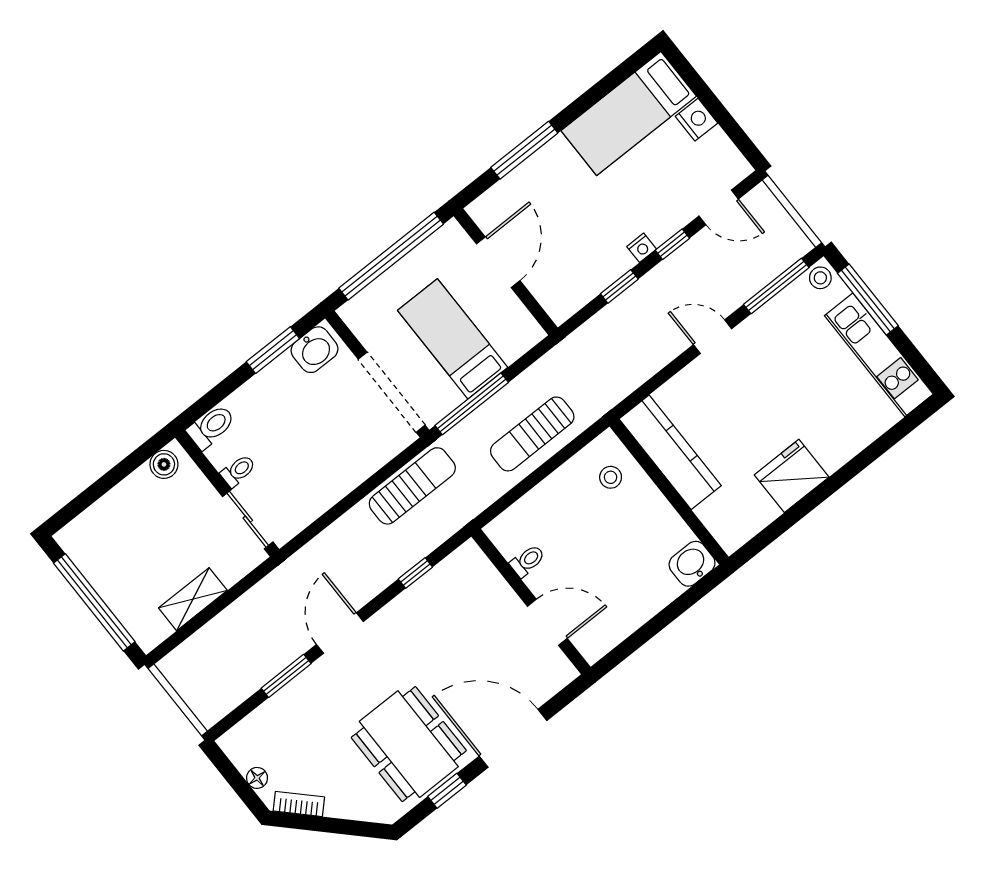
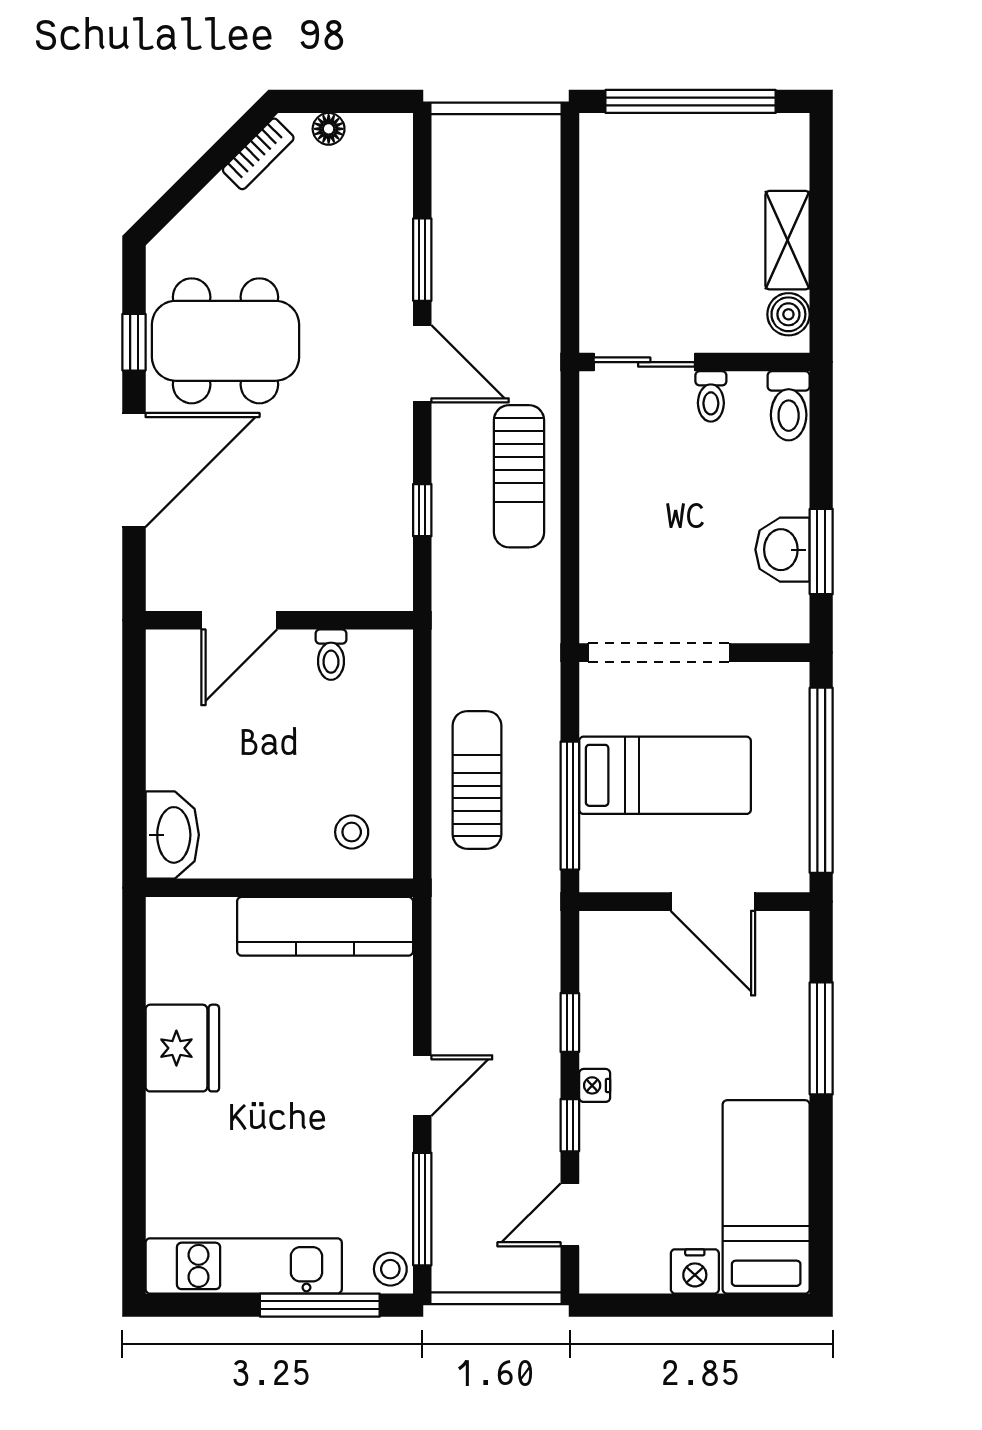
washbasin: (314, 350) -> (783, 550), moved
window: (472, 404) -> (570, 806), moved
sun lounger: (412, 486) -> (519, 476), moved
washbasin: (692, 564) -> (172, 835), width x1.38
shelving: (193, 599) -> (787, 240), moved

